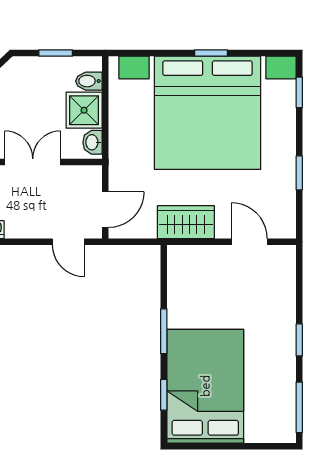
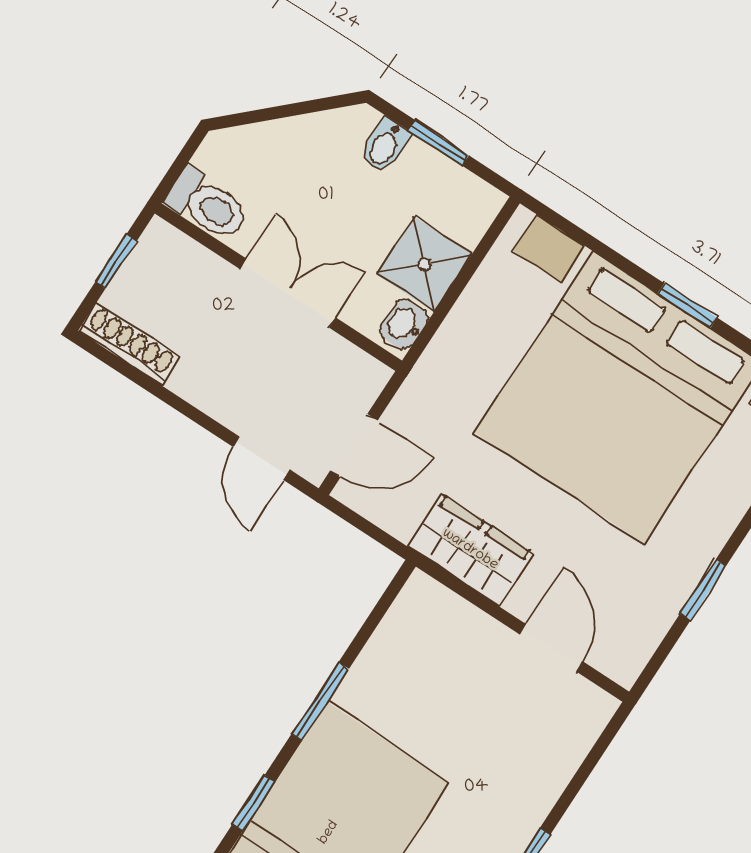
bidet: (89, 81) -> (385, 145), moved, turned -90

